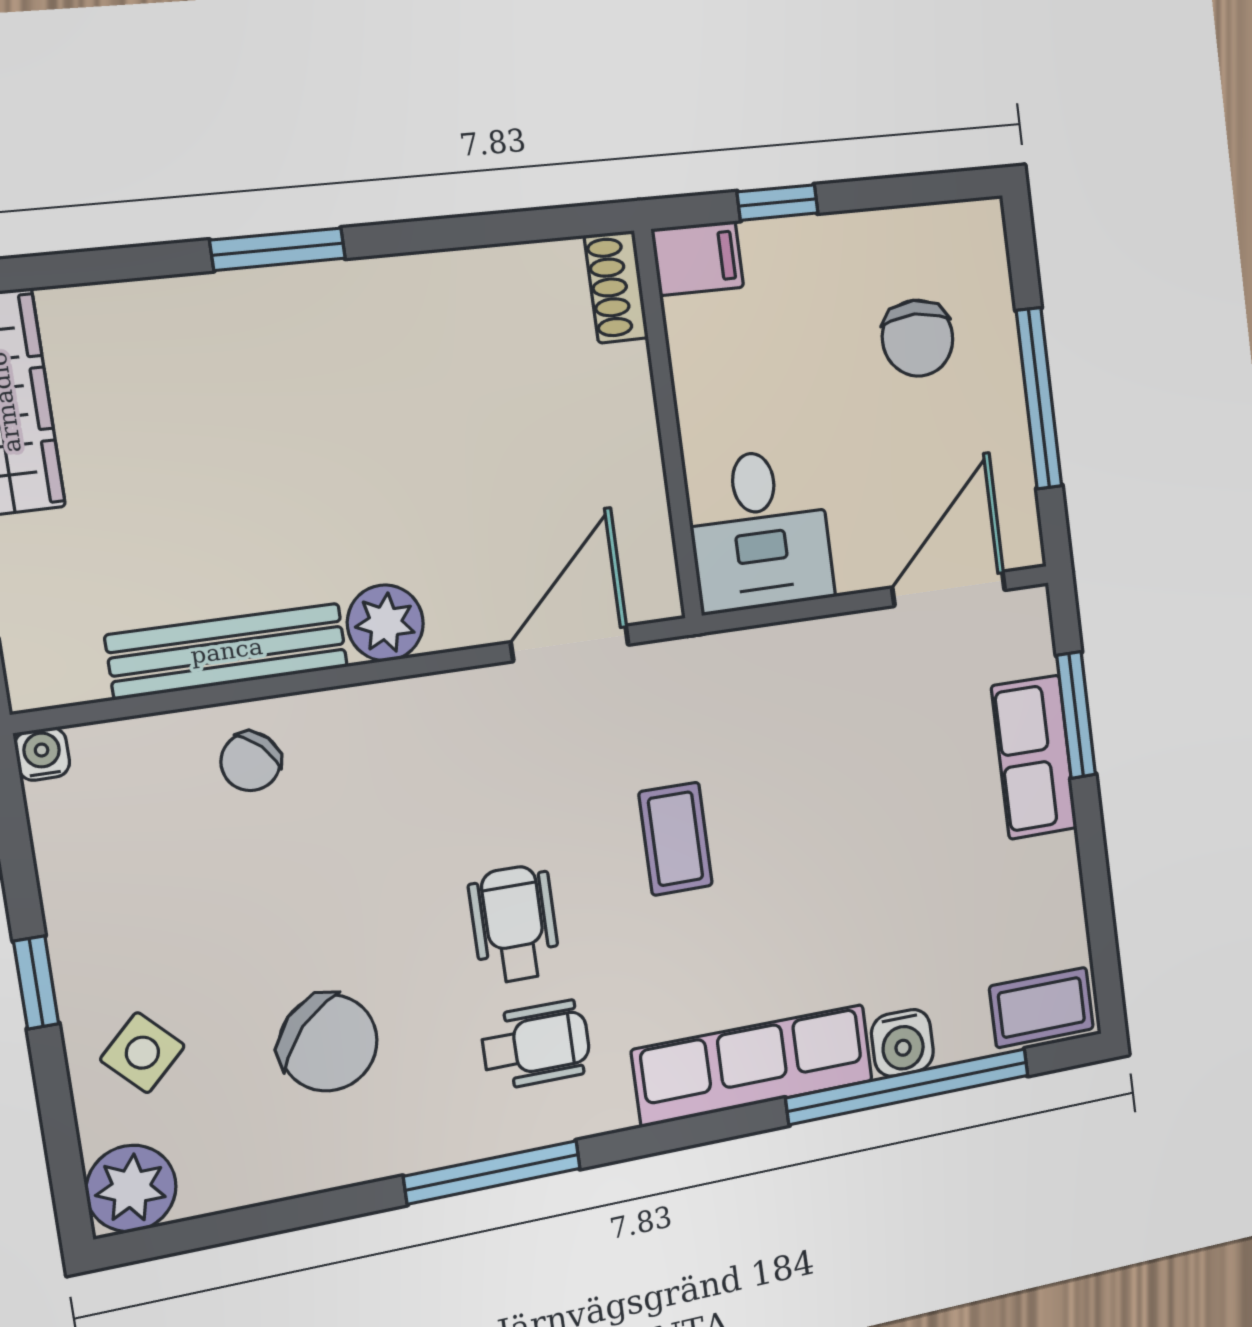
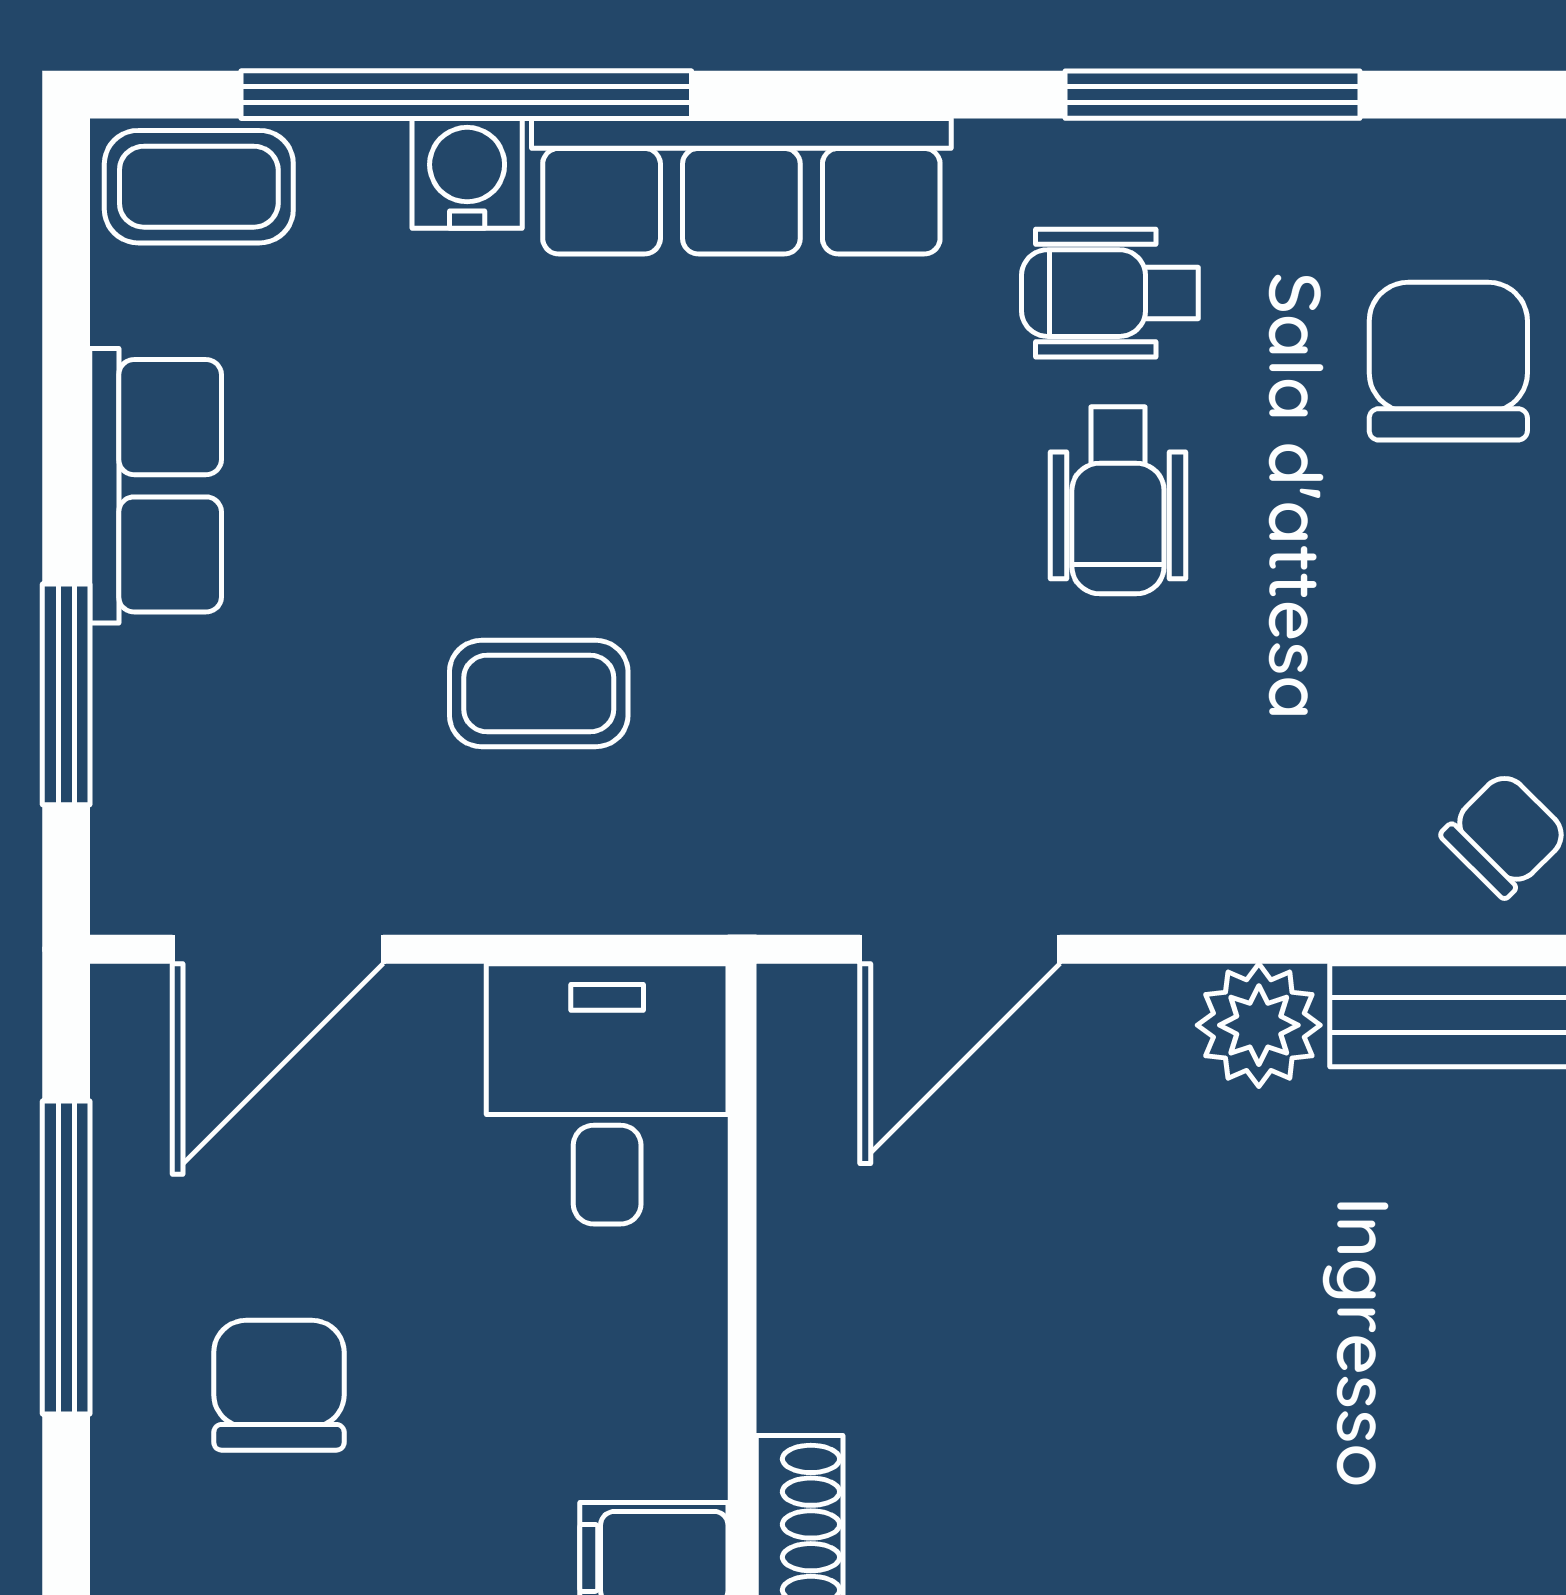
row of seats: (1034, 757) -> (156, 486), moved
coffee table: (676, 839) -> (539, 694), moved, turned 90
chair: (328, 1043) -> (1448, 361), turned 47

